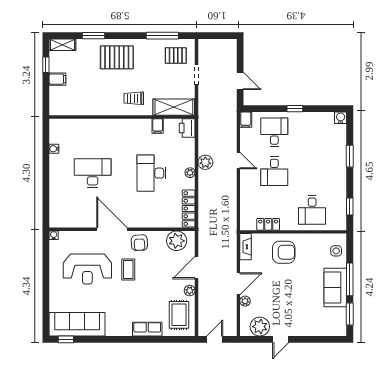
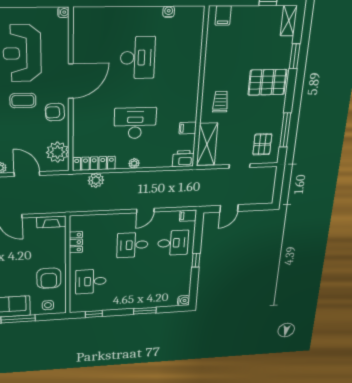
pallet: (117, 57) -> (267, 82), turned 90
filing cabinet: (57, 79) -> (223, 15), moved
plant: (205, 162) -> (96, 180), moved
armchair: (284, 252) -> (49, 278), moved

